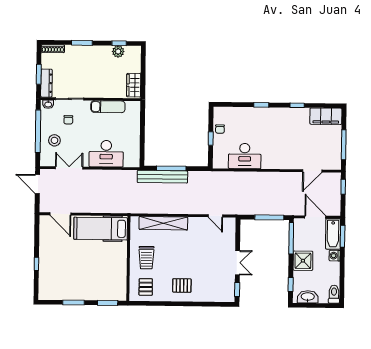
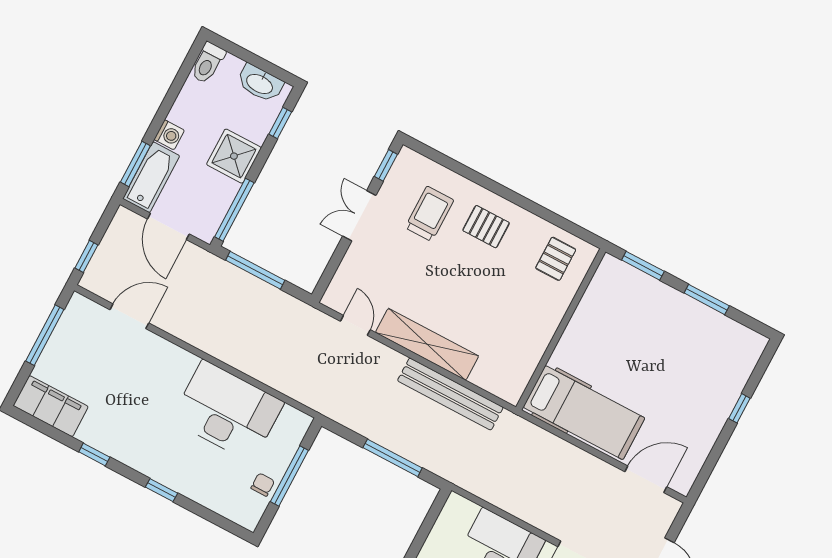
window: (211, 138) -> (289, 476), width x2.17
desk: (245, 156) -> (227, 411), width x1.36, depth x1.30
bench: (162, 177) -> (450, 394), moved
door: (60, 214) -> (646, 479), hinge flipped
shelving: (163, 223) -> (427, 344), moved
trolley: (146, 258) -> (429, 214), moved

